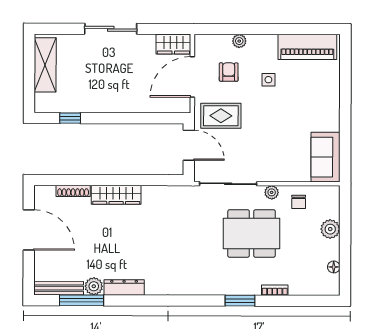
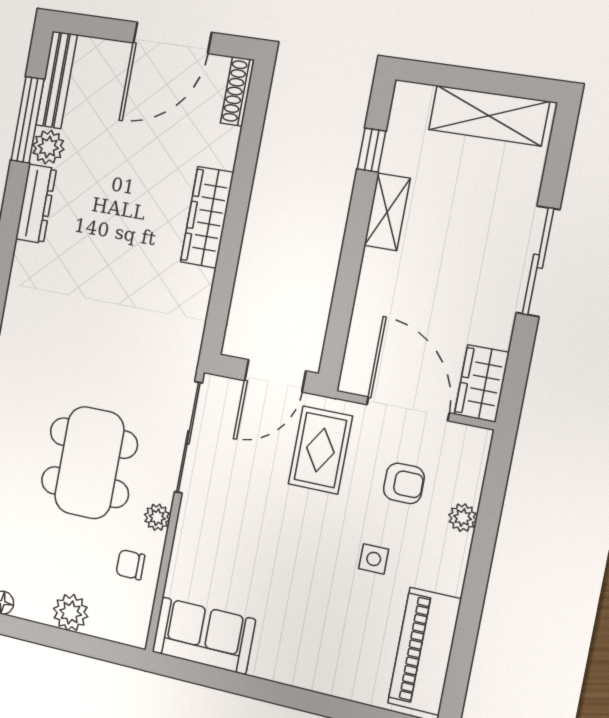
shelving: (99, 105) -> (387, 212), added
shoe rack: (73, 191) -> (237, 91), moved

